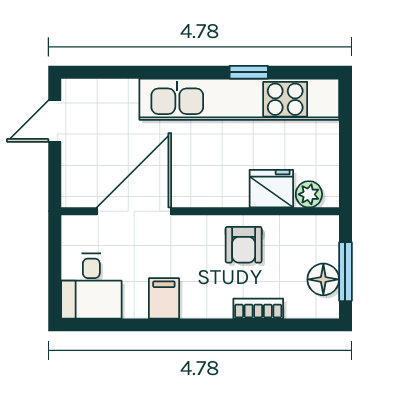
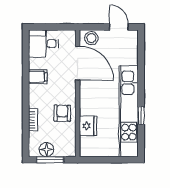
stool: (79, 181) -> (91, 38), added
plant: (309, 194) -> (85, 143), removed
armchair: (244, 245) -> (62, 113), turned 90

